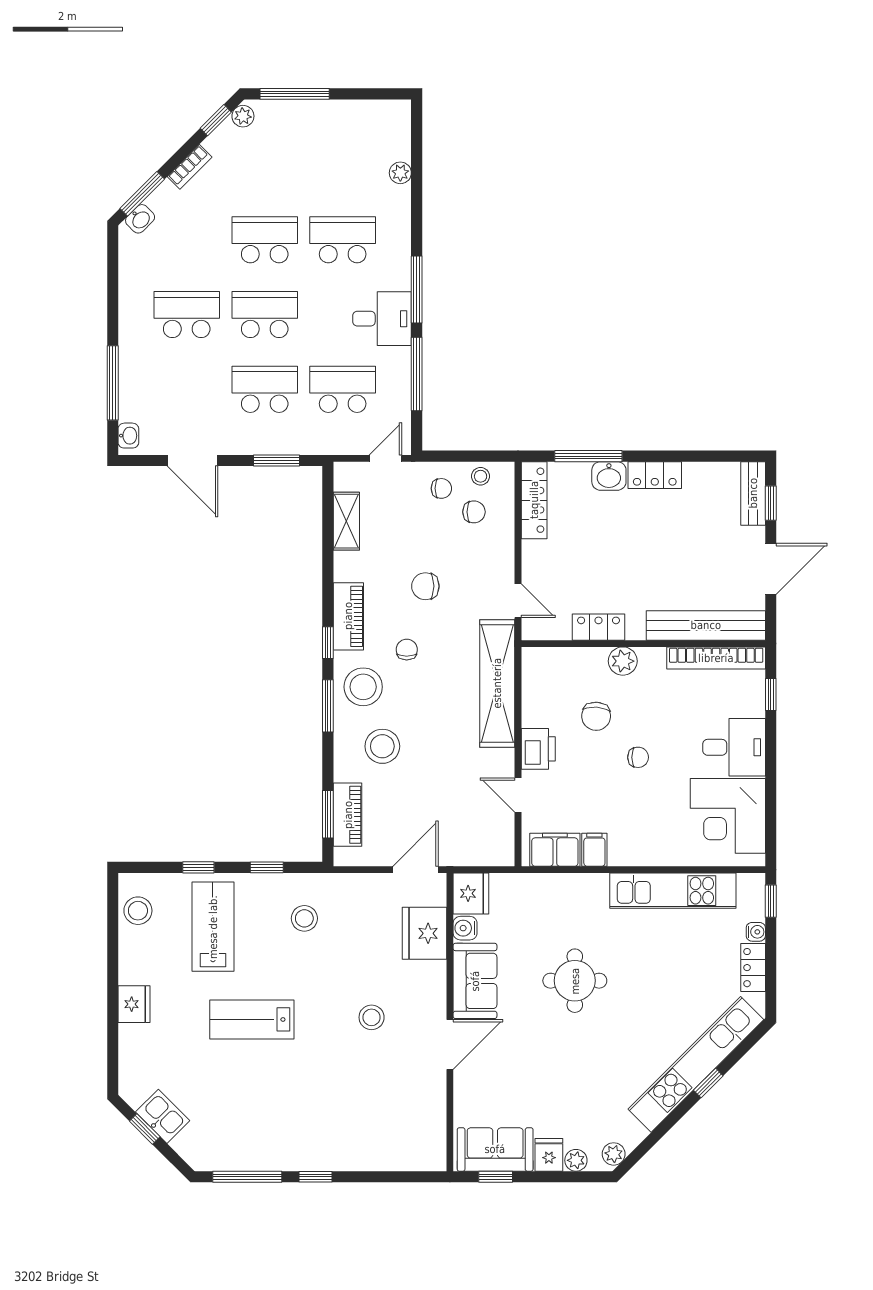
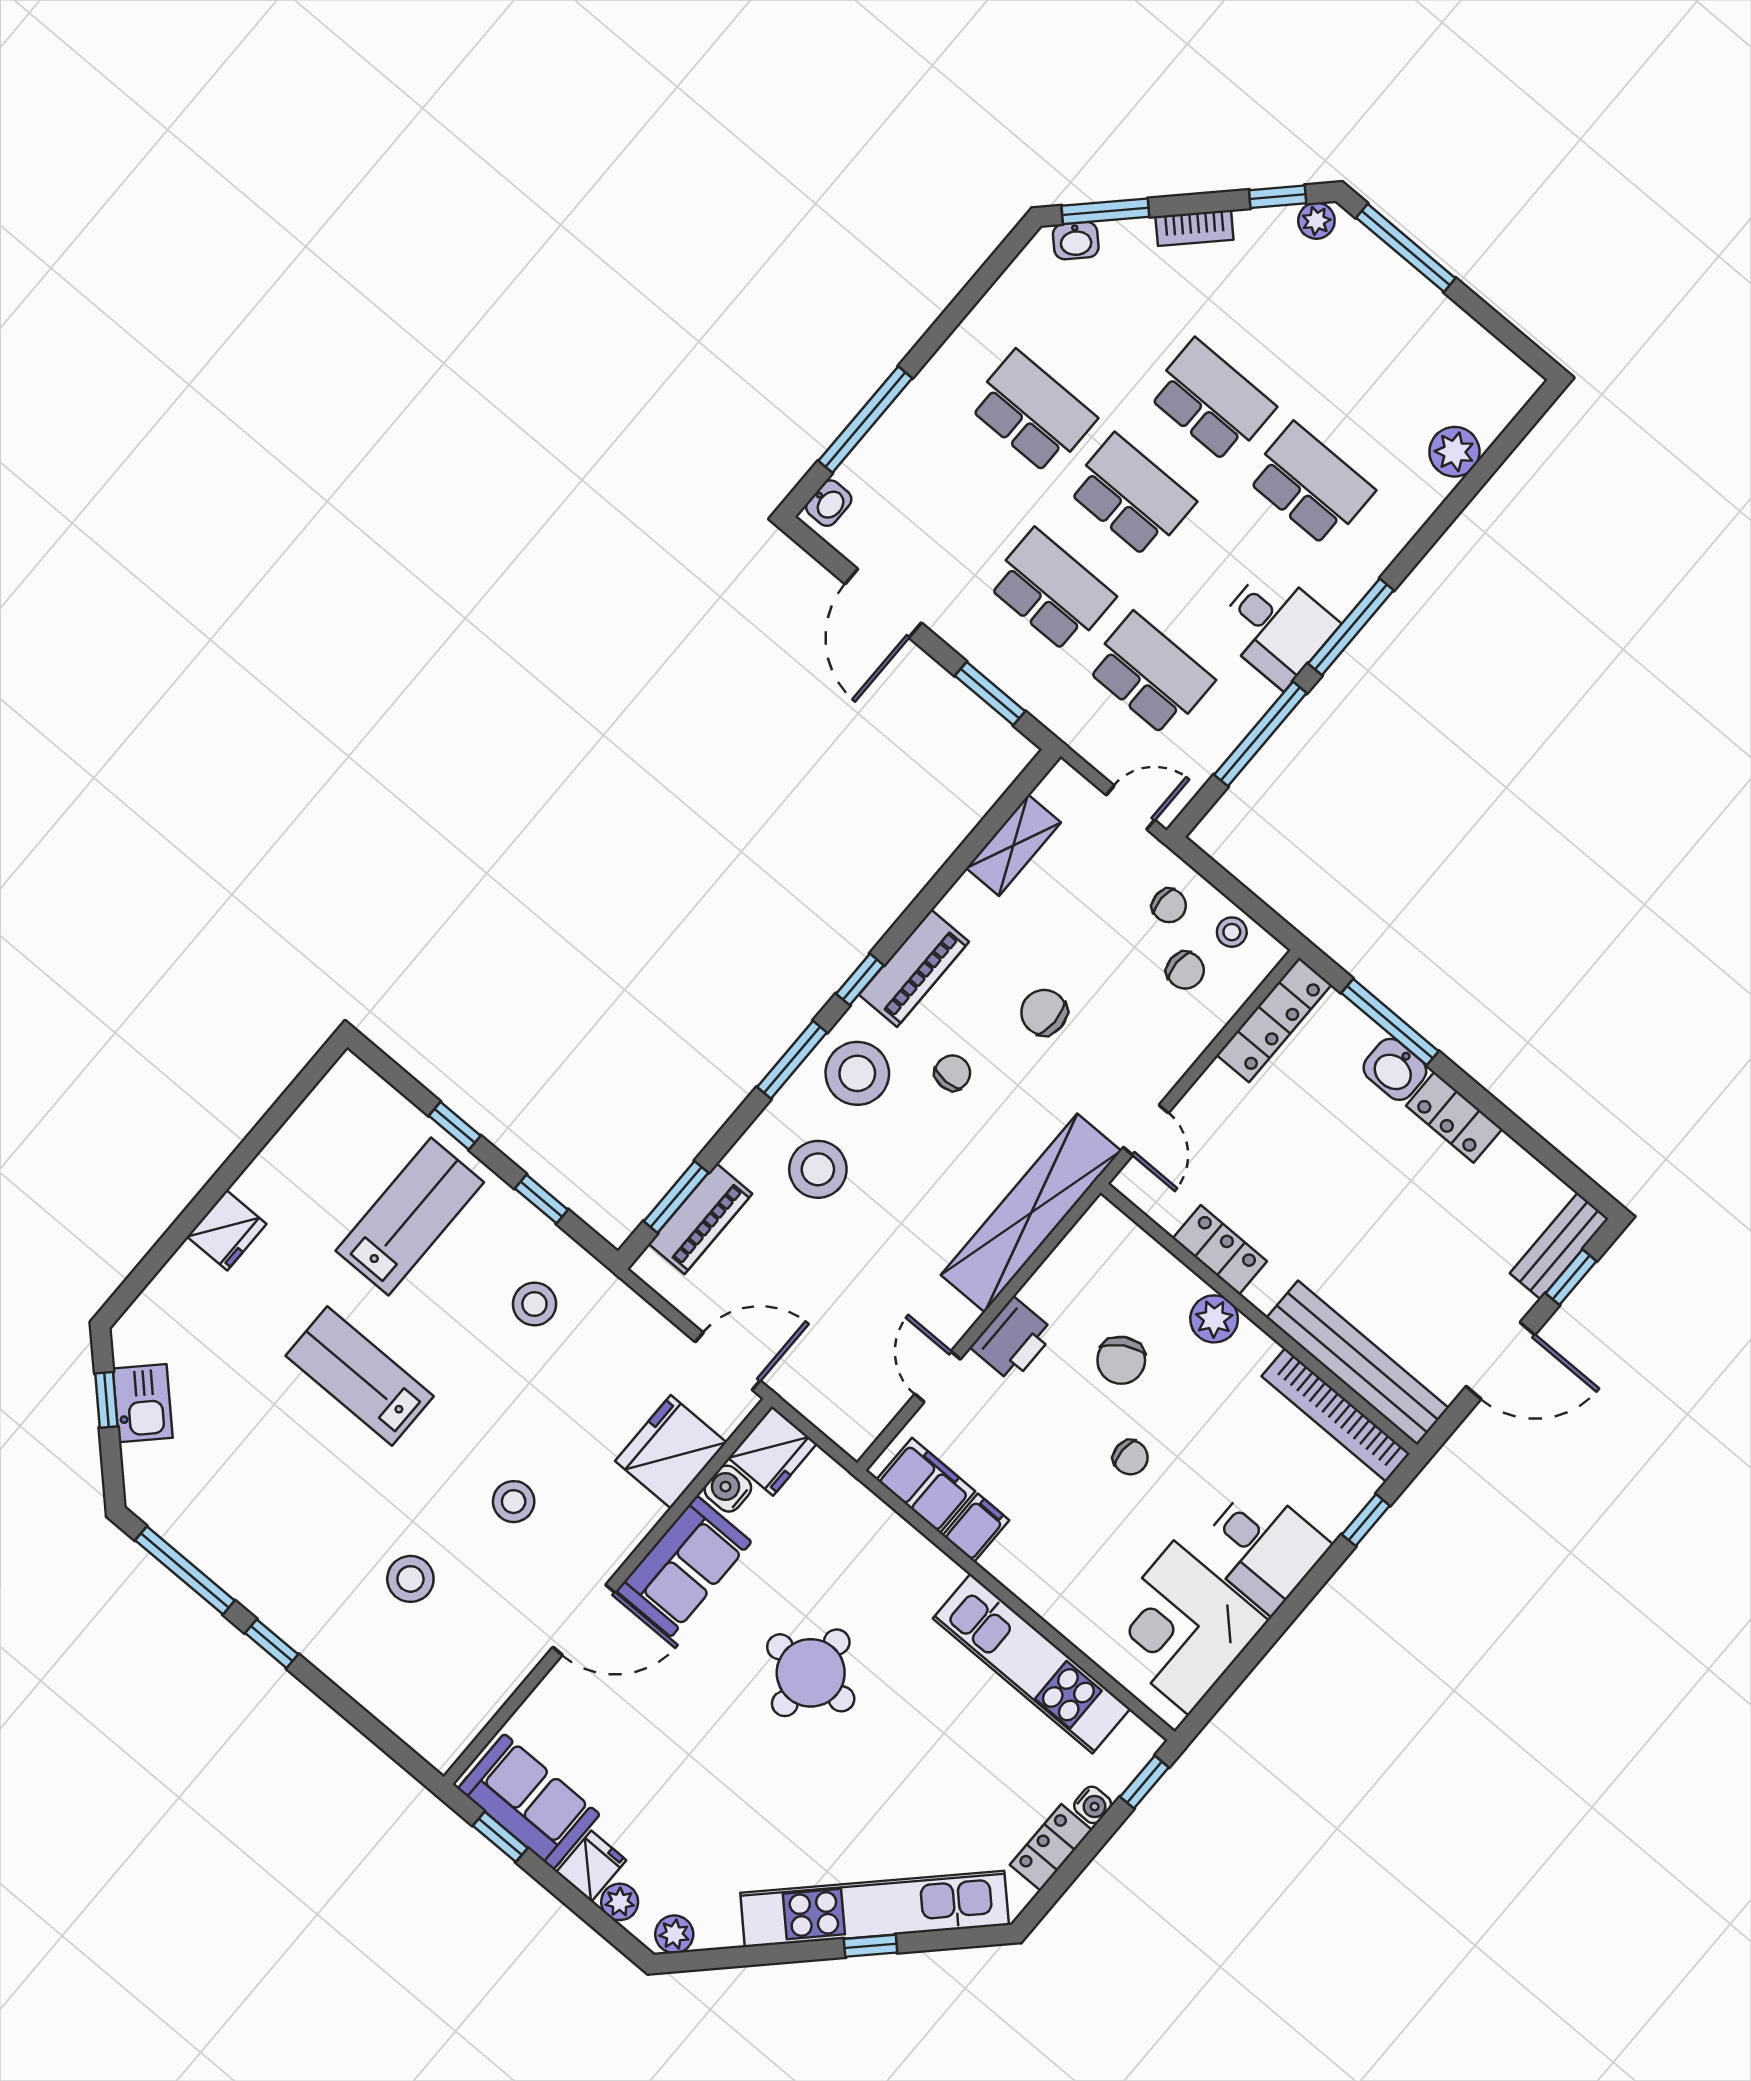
plant: (400, 173) -> (1454, 452), width x1.38, depth x1.38
chair: (596, 716) -> (1121, 1360), turned -35
stool: (138, 911) -> (410, 1579), moved

